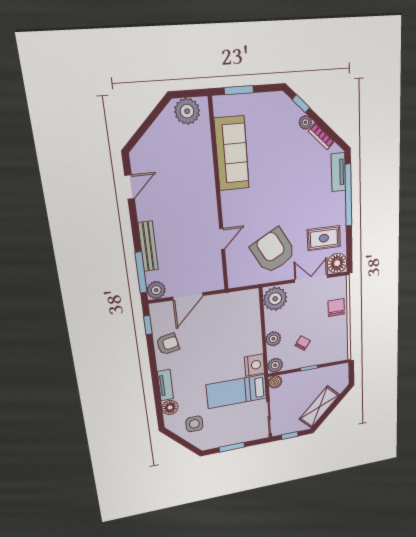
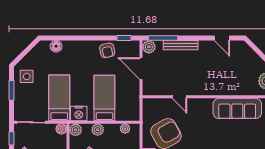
plant: (275, 299) -> (125, 129), width x0.53, depth x0.53
bed: (232, 337) -> (104, 98), added
tv unit: (165, 385) -> (75, 45), removed
side table: (194, 424) -> (27, 76), moved

